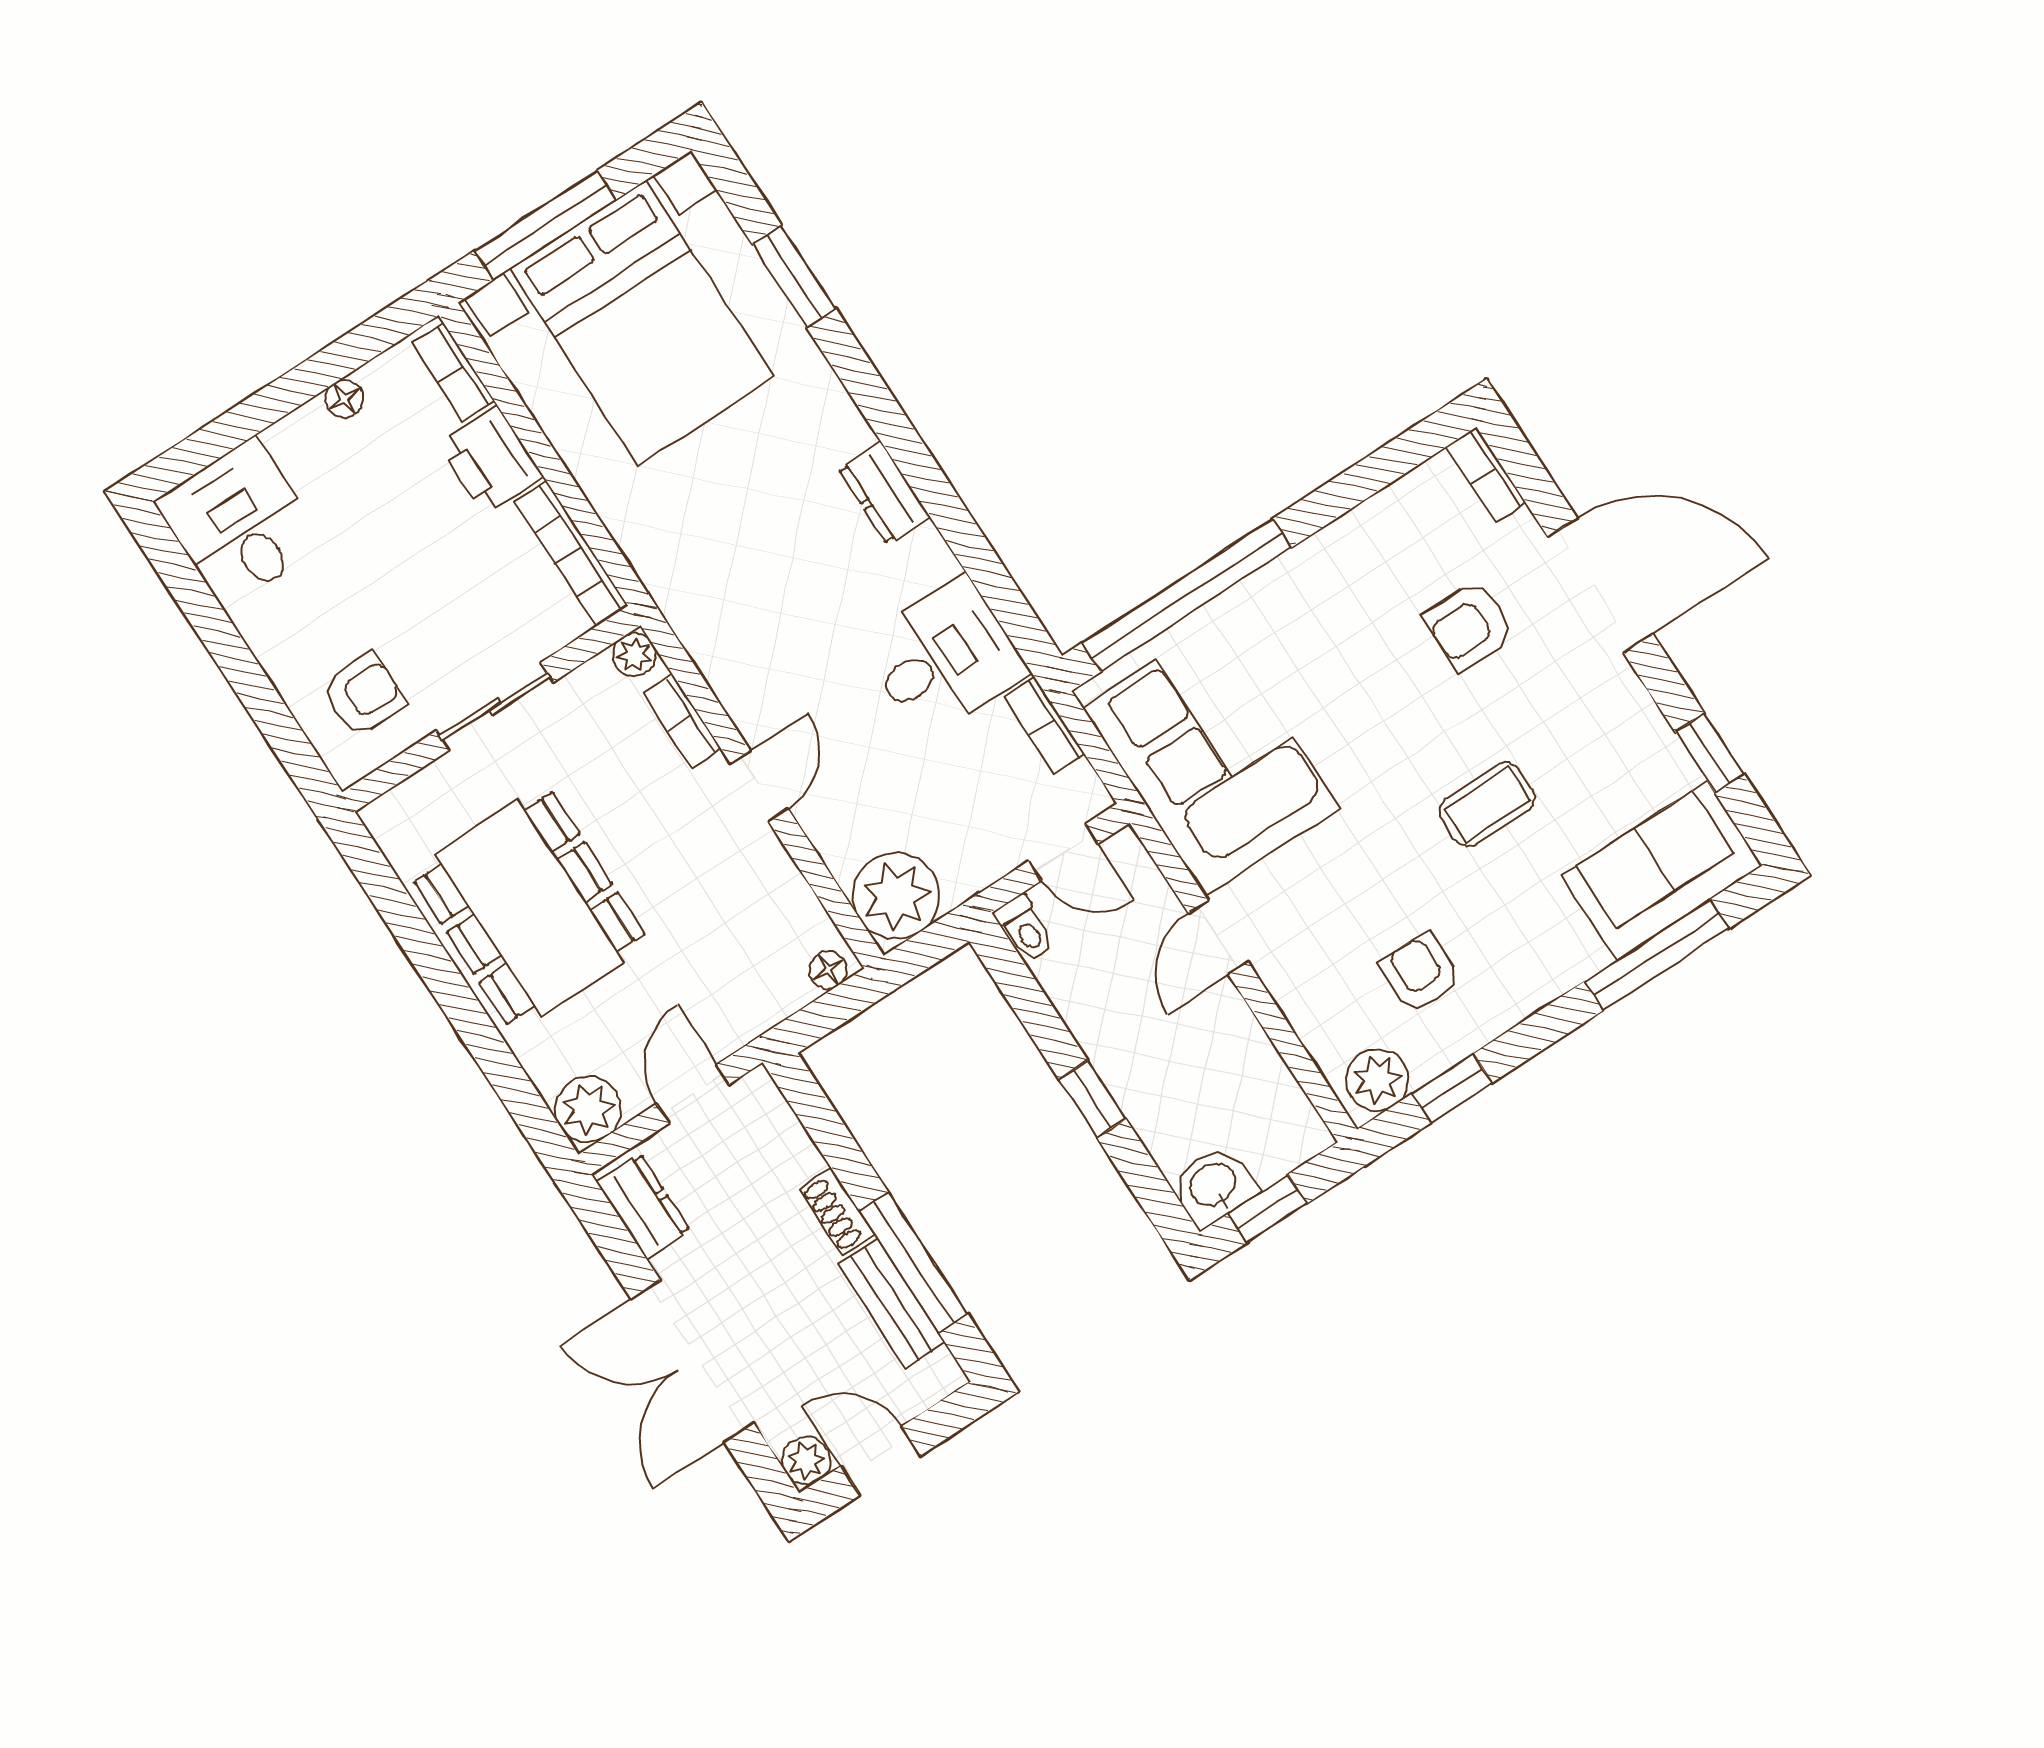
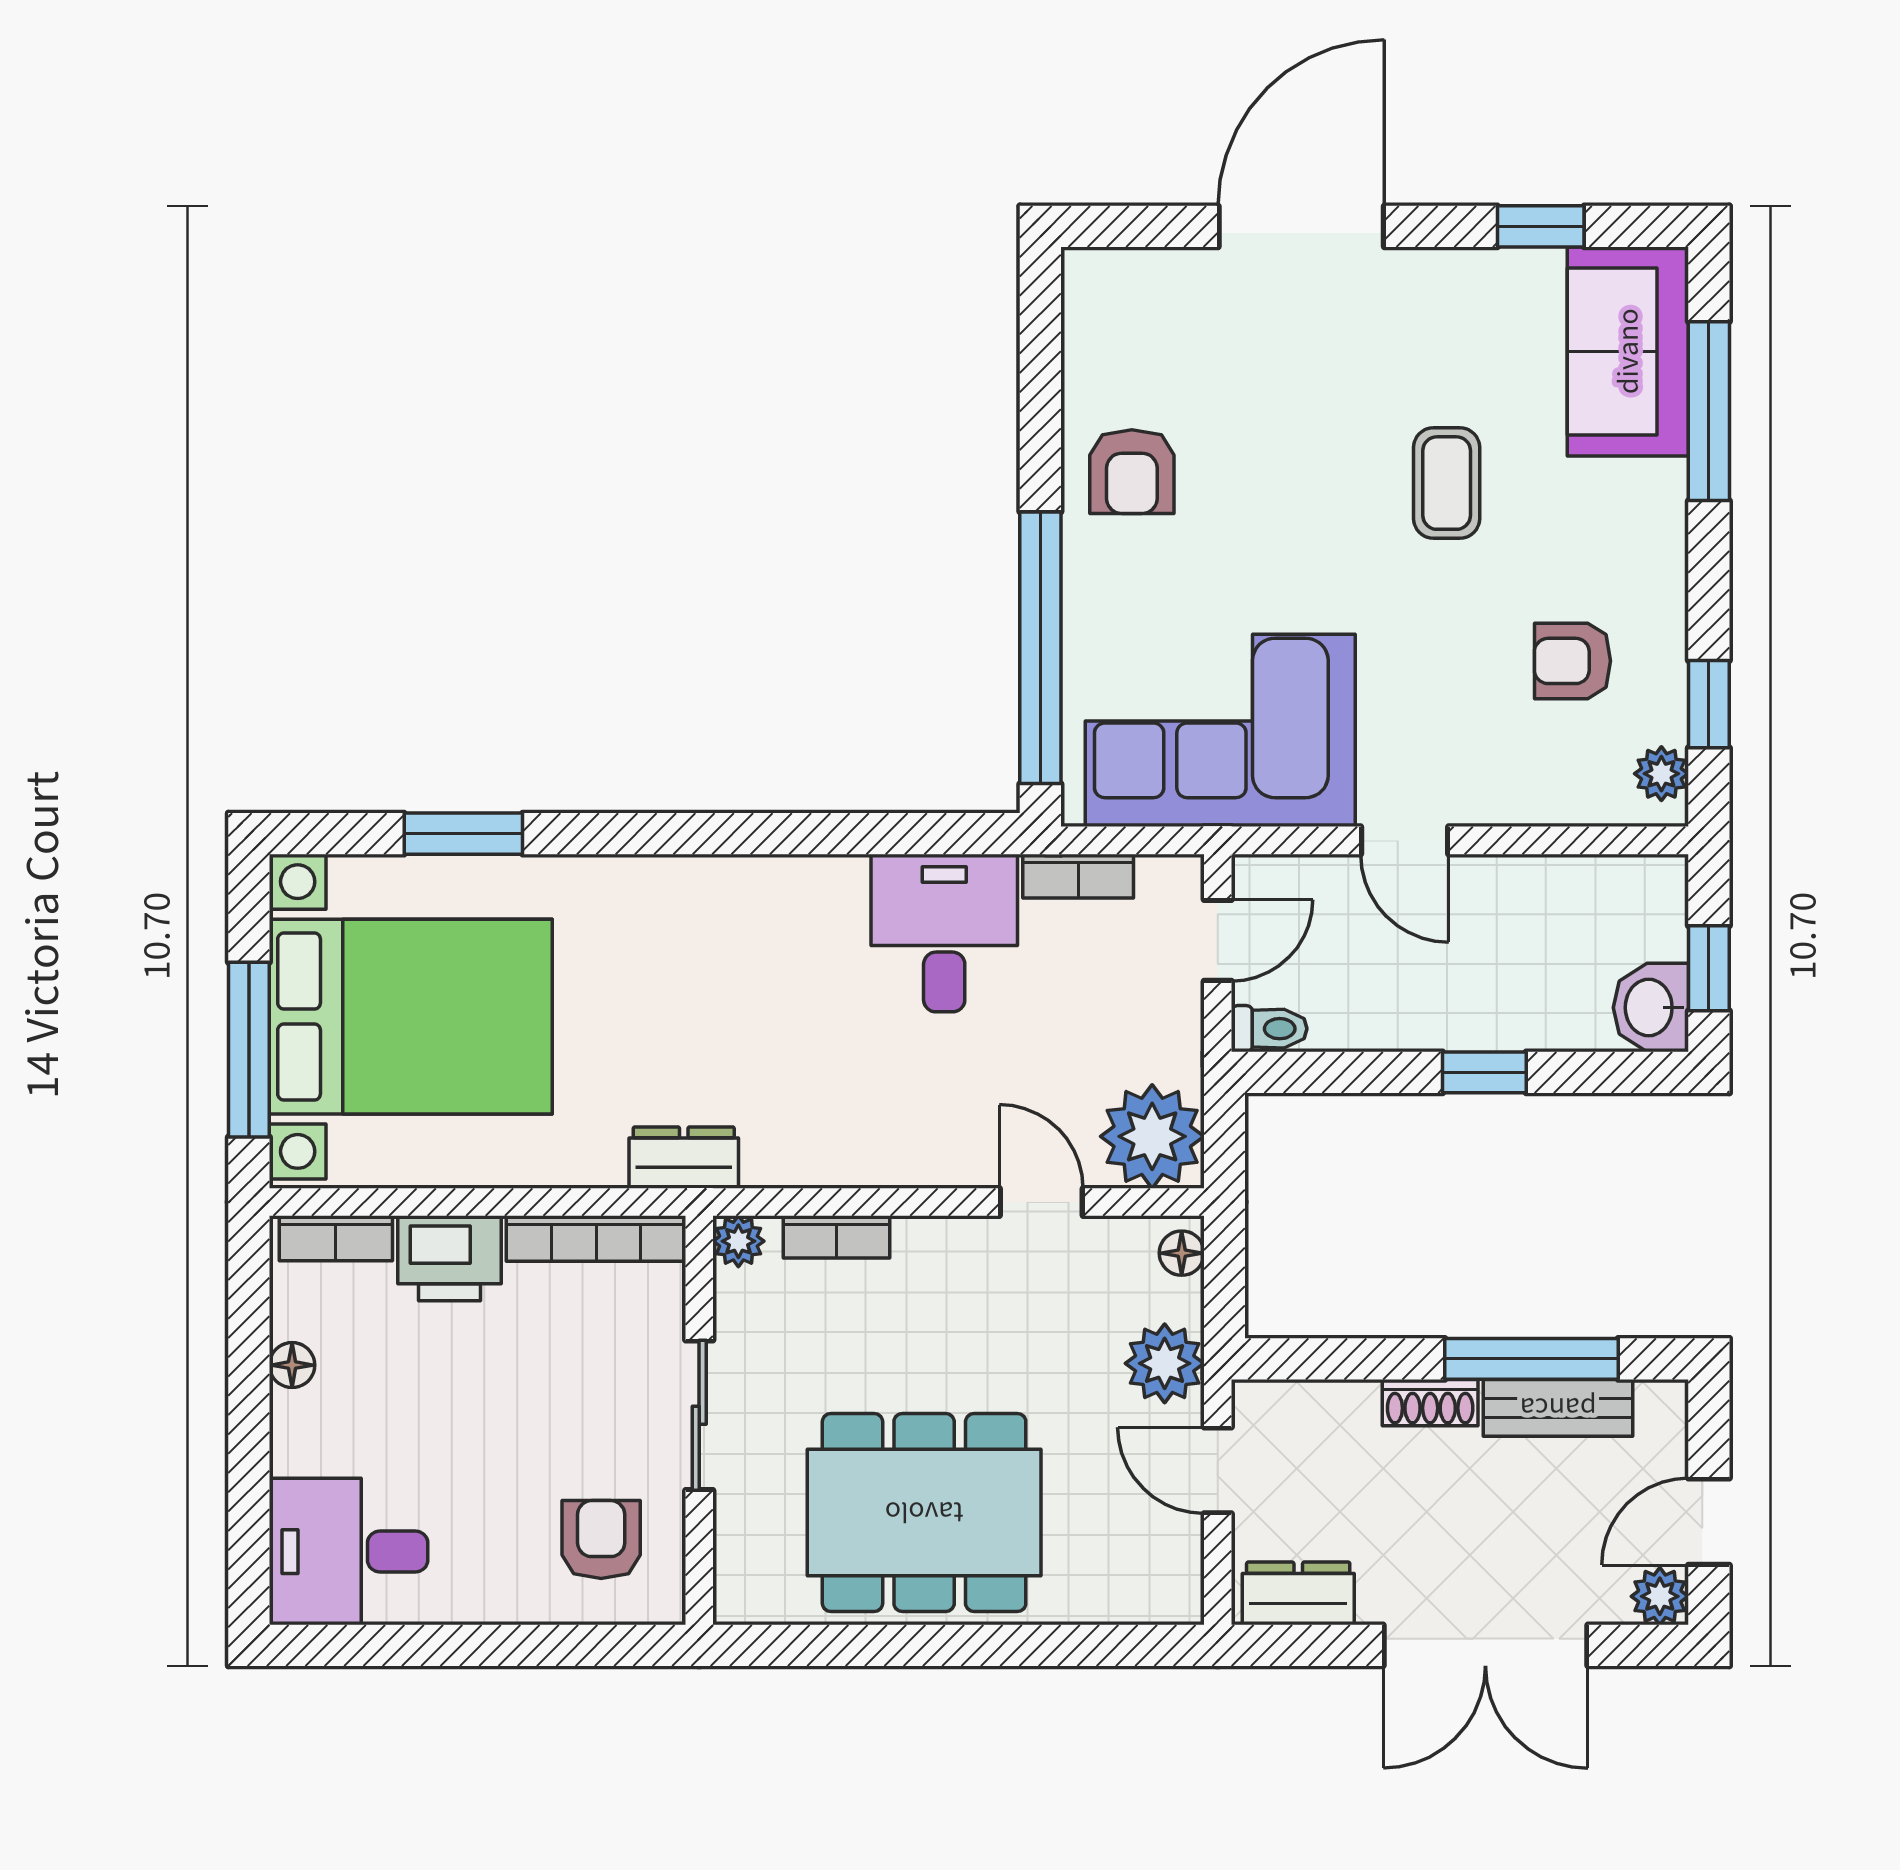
bookcase: (1486, 475) -> (1115, 269), removed
dresser: (884, 493) -> (684, 1158), moved, turned 180
armchair: (1469, 625) -> (1132, 472), moved
door: (760, 786) -> (1041, 1202), moved
plant: (1377, 1080) -> (1661, 774), width x0.73, depth x0.73
plant: (588, 1109) -> (1165, 1363), moved

